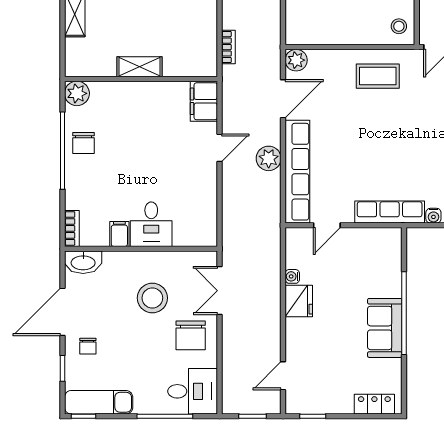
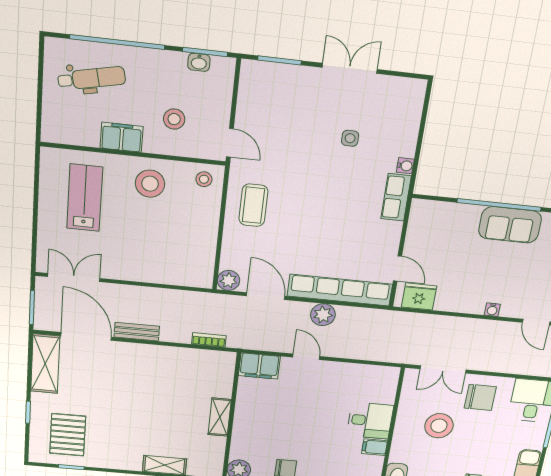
row of seats: (390, 212) -> (396, 197), width x0.68
water cooler: (292, 276) -> (492, 310), moved
fridge: (299, 301) -> (419, 297), moved

